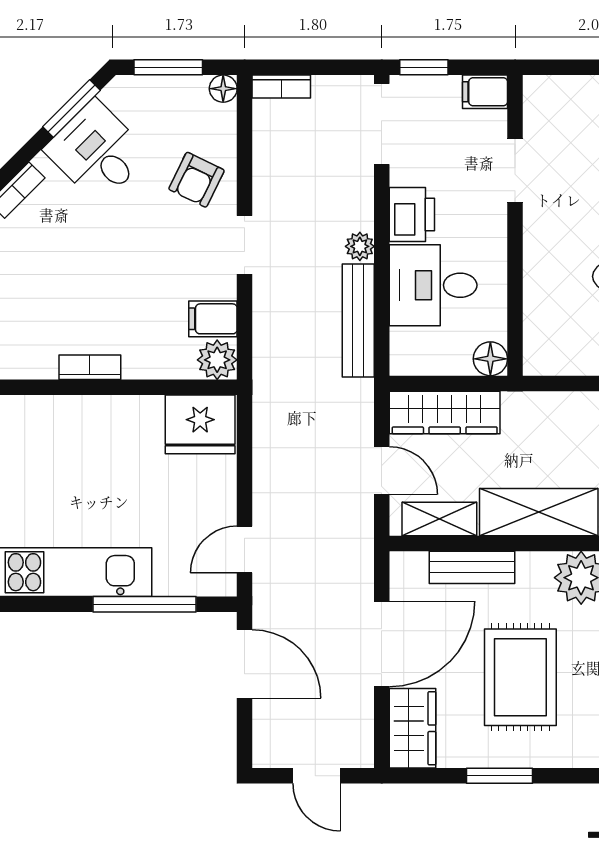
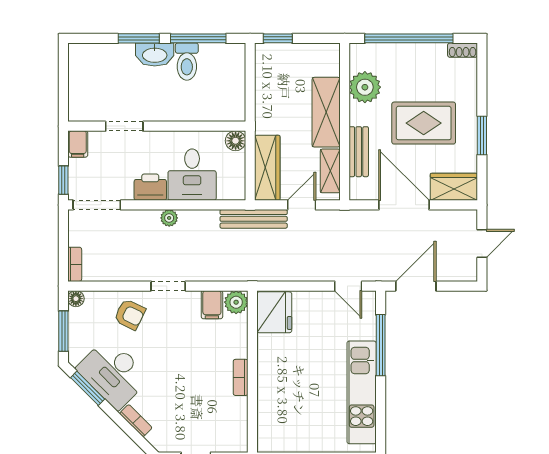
desk: (97, 152) -> (113, 373), width x1.37
bench: (358, 320) -> (254, 219), moved

